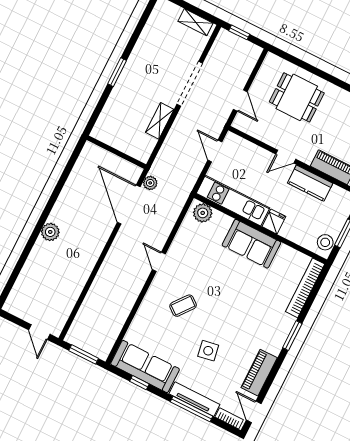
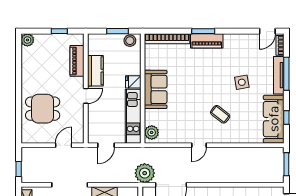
dining table: (297, 97) -> (43, 109), turned 90
door: (286, 157) -> (86, 96), hinge flipped
plant: (150, 183) -> (145, 173), width x1.88, depth x1.88
piano: (259, 373) -> (207, 41), moved

